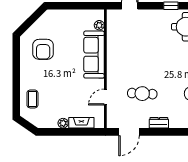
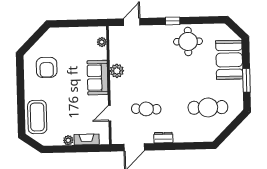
plant: (114, 54) -> (117, 71), added
sofa: (94, 55) -> (98, 78), width x0.73
coffee table: (32, 99) -> (37, 117), width x1.86, depth x1.72

